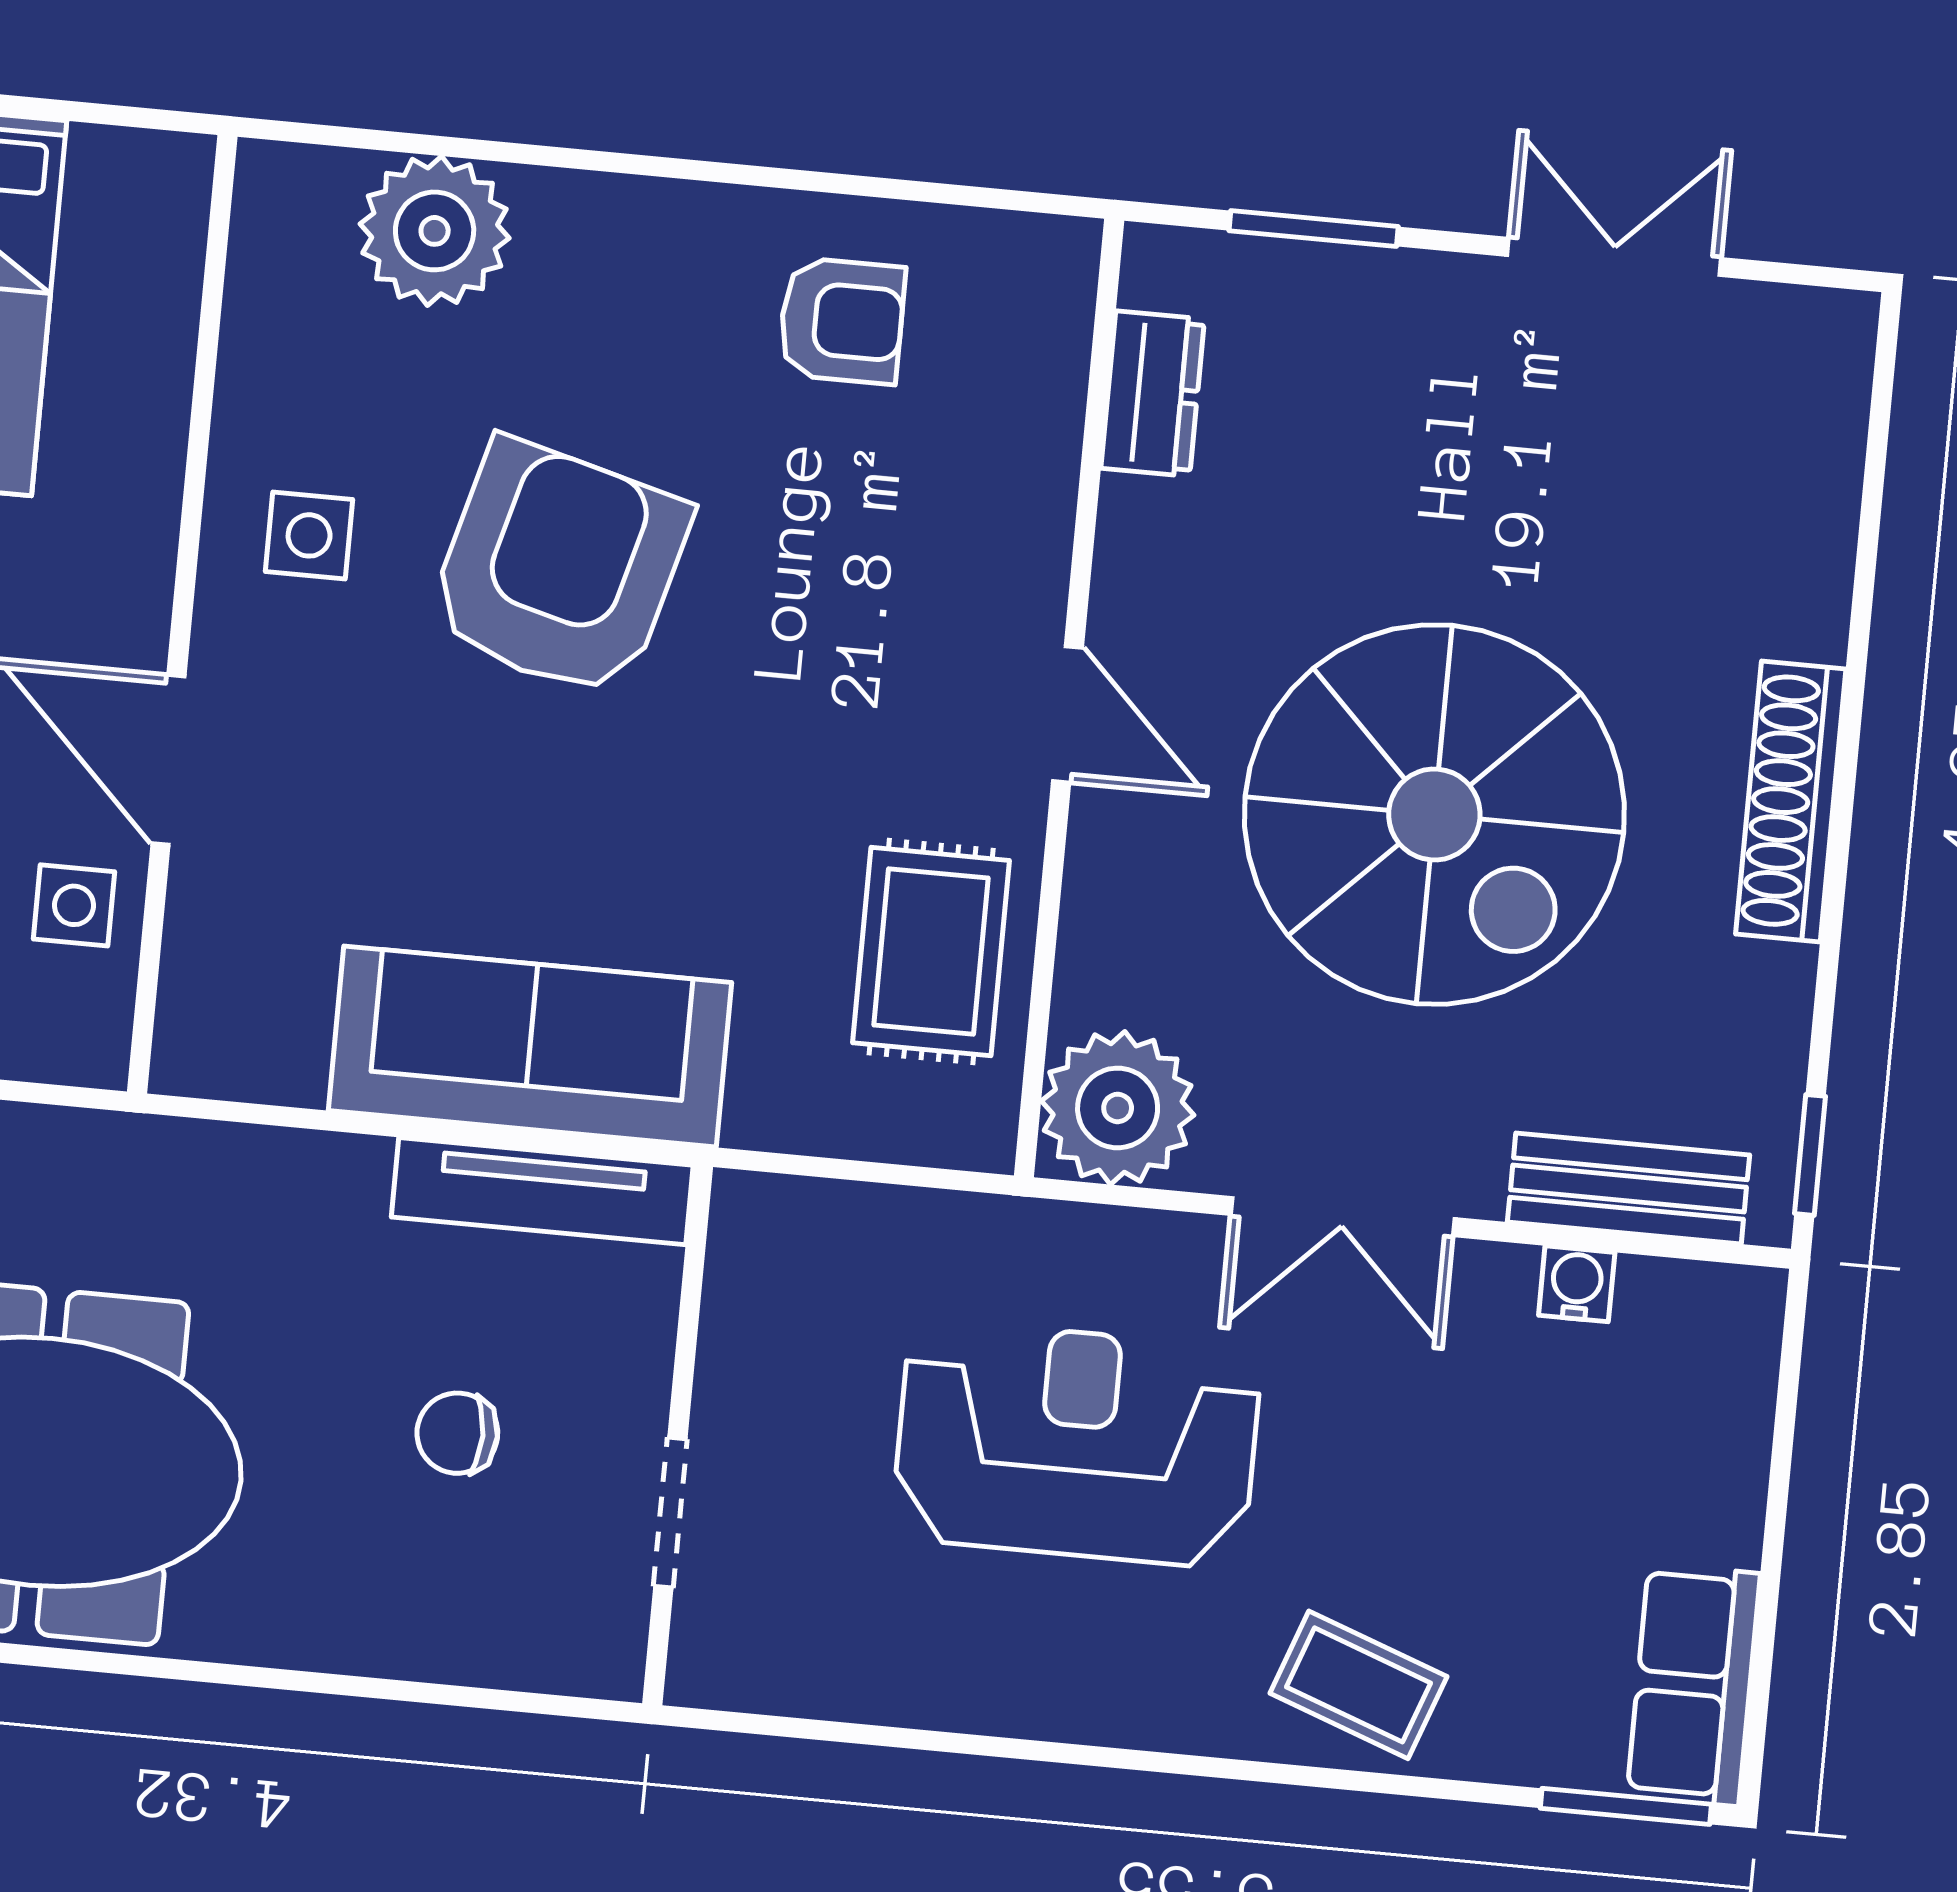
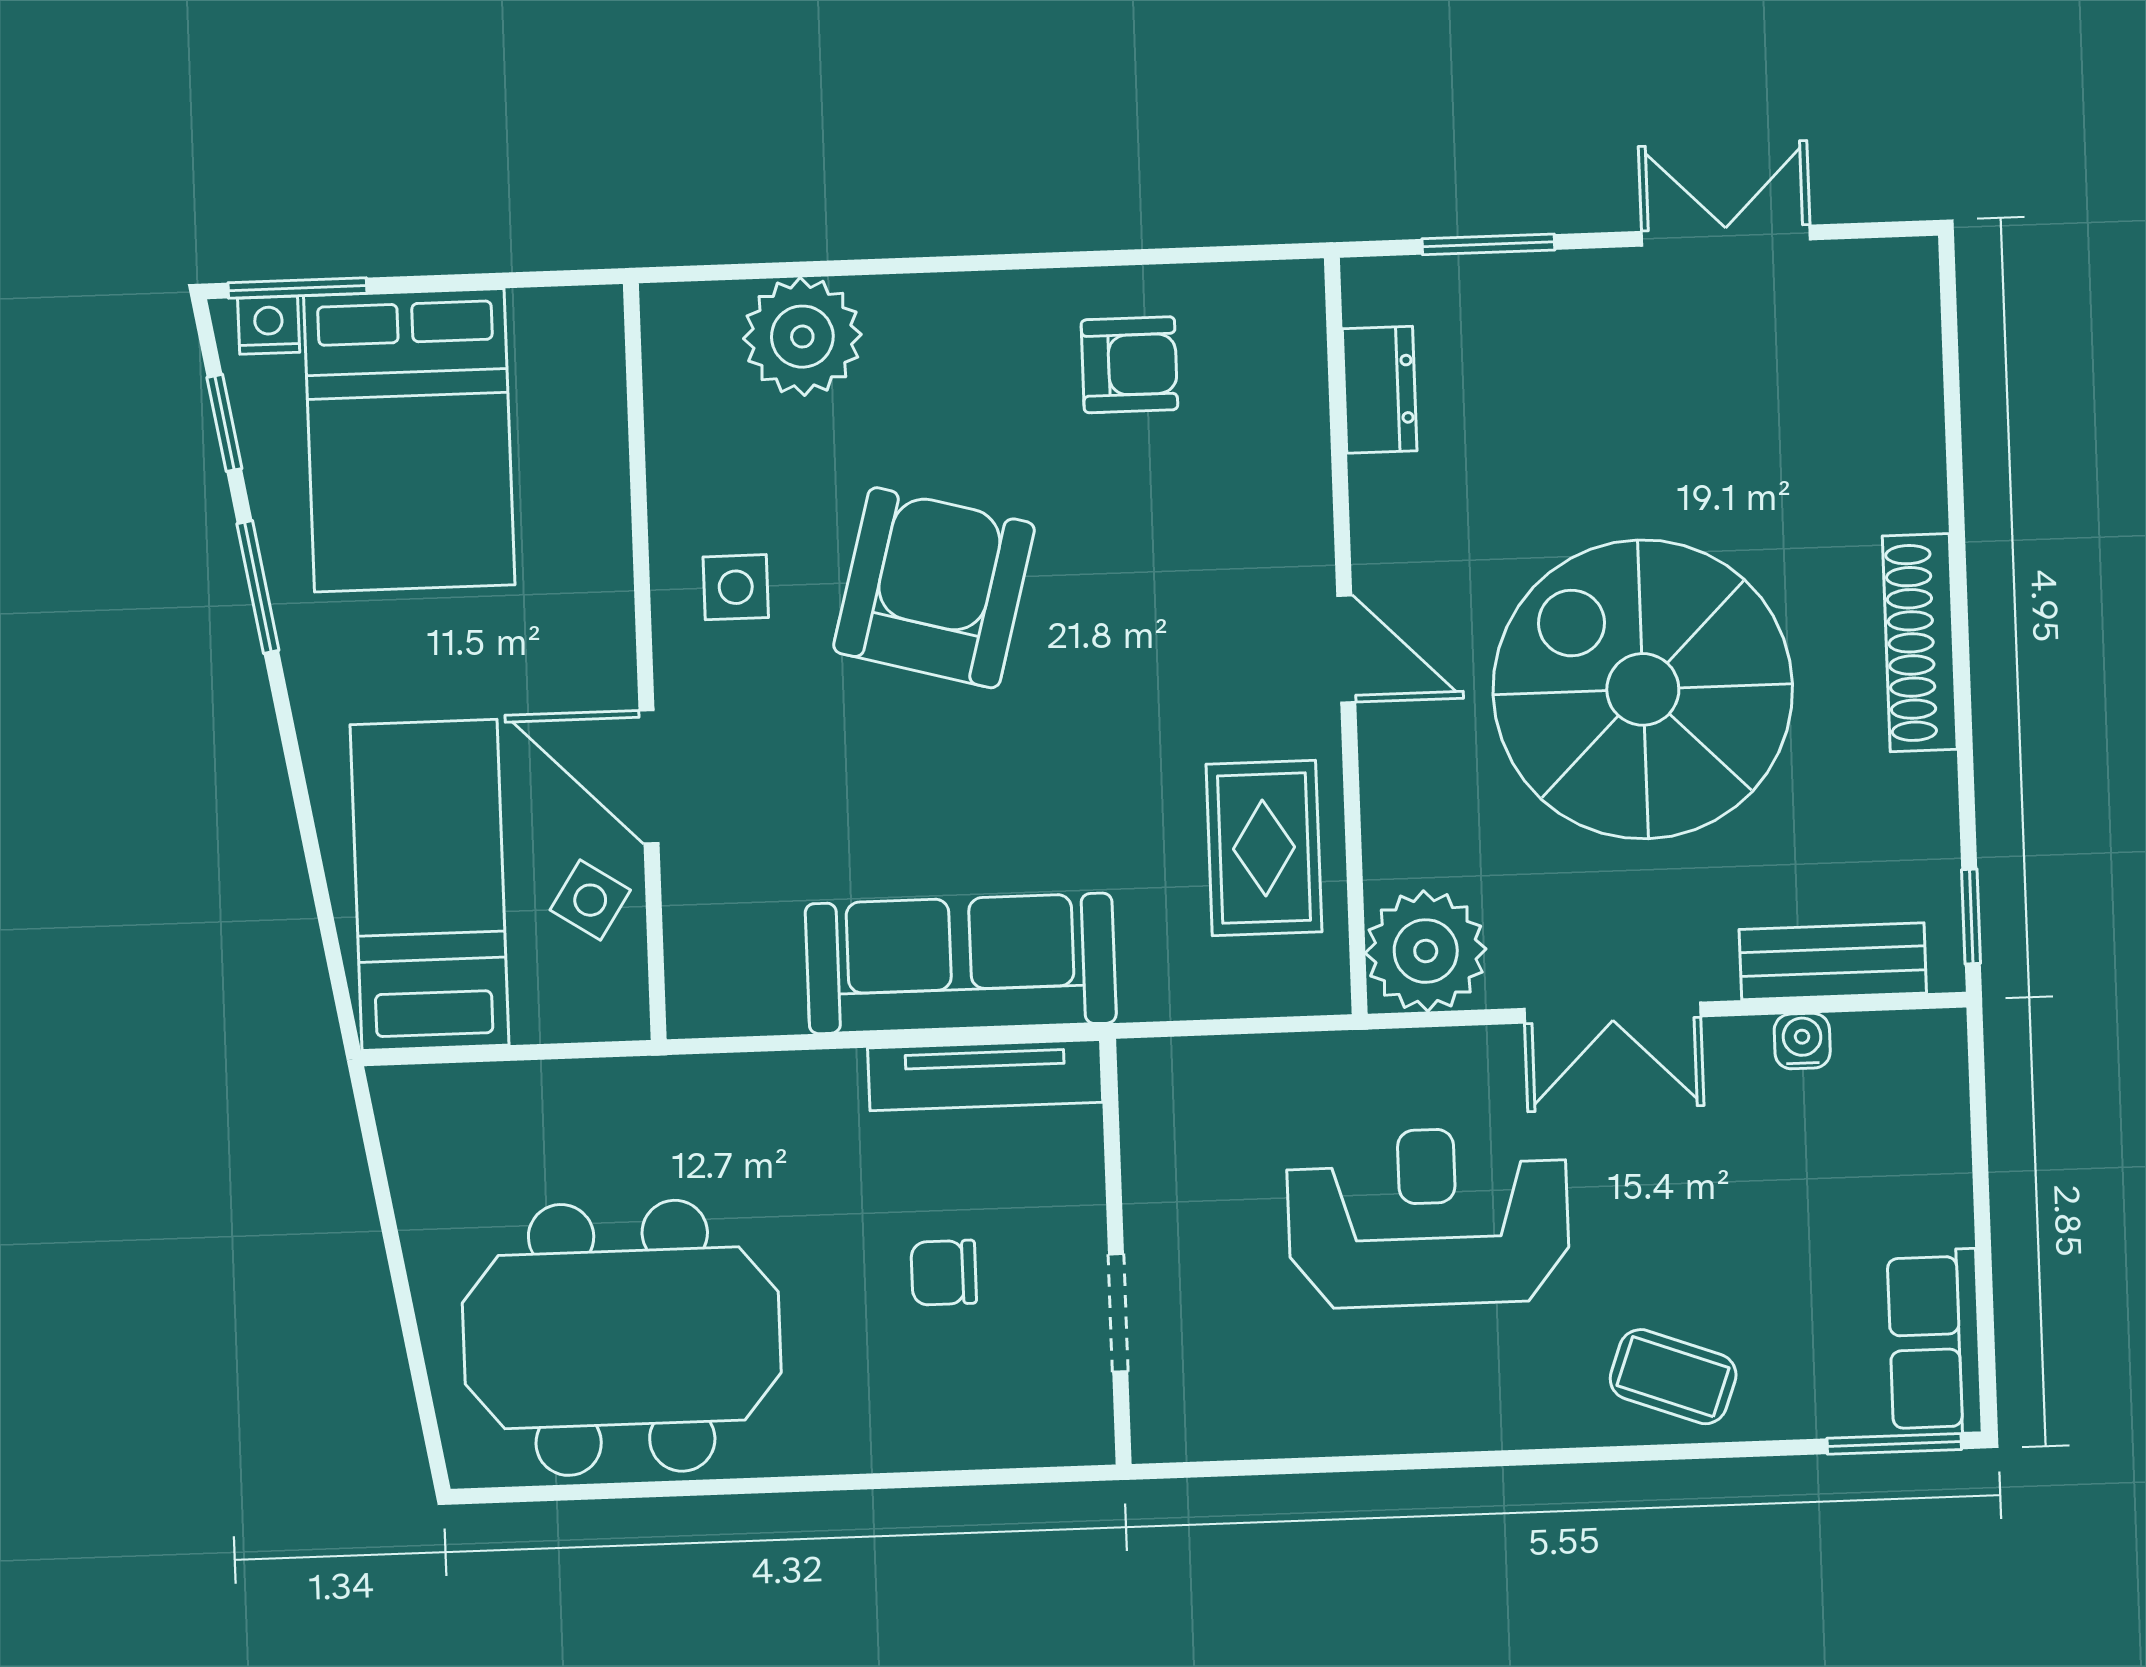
spiral stairs: (1434, 815) -> (1643, 689), turned 180
side table: (74, 905) -> (590, 900), turned 33

